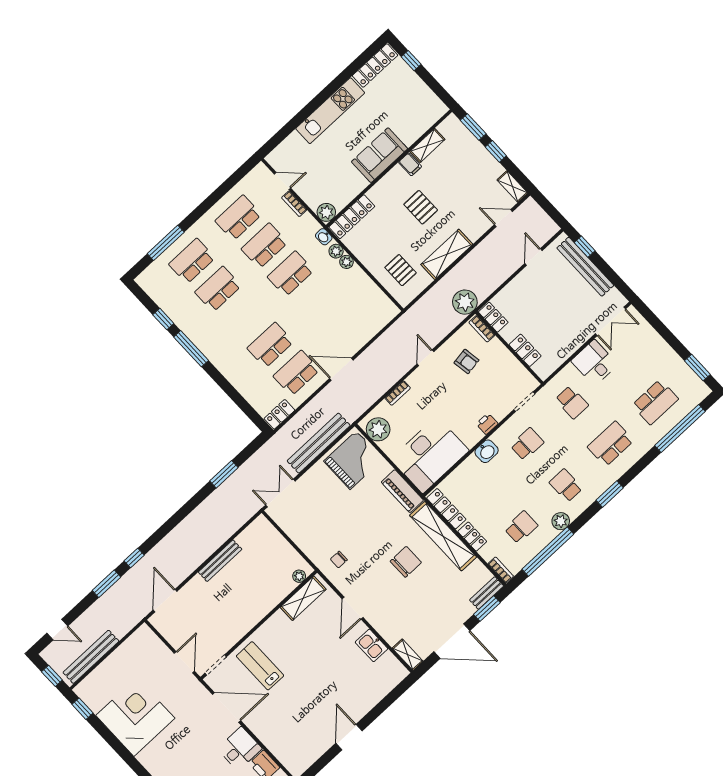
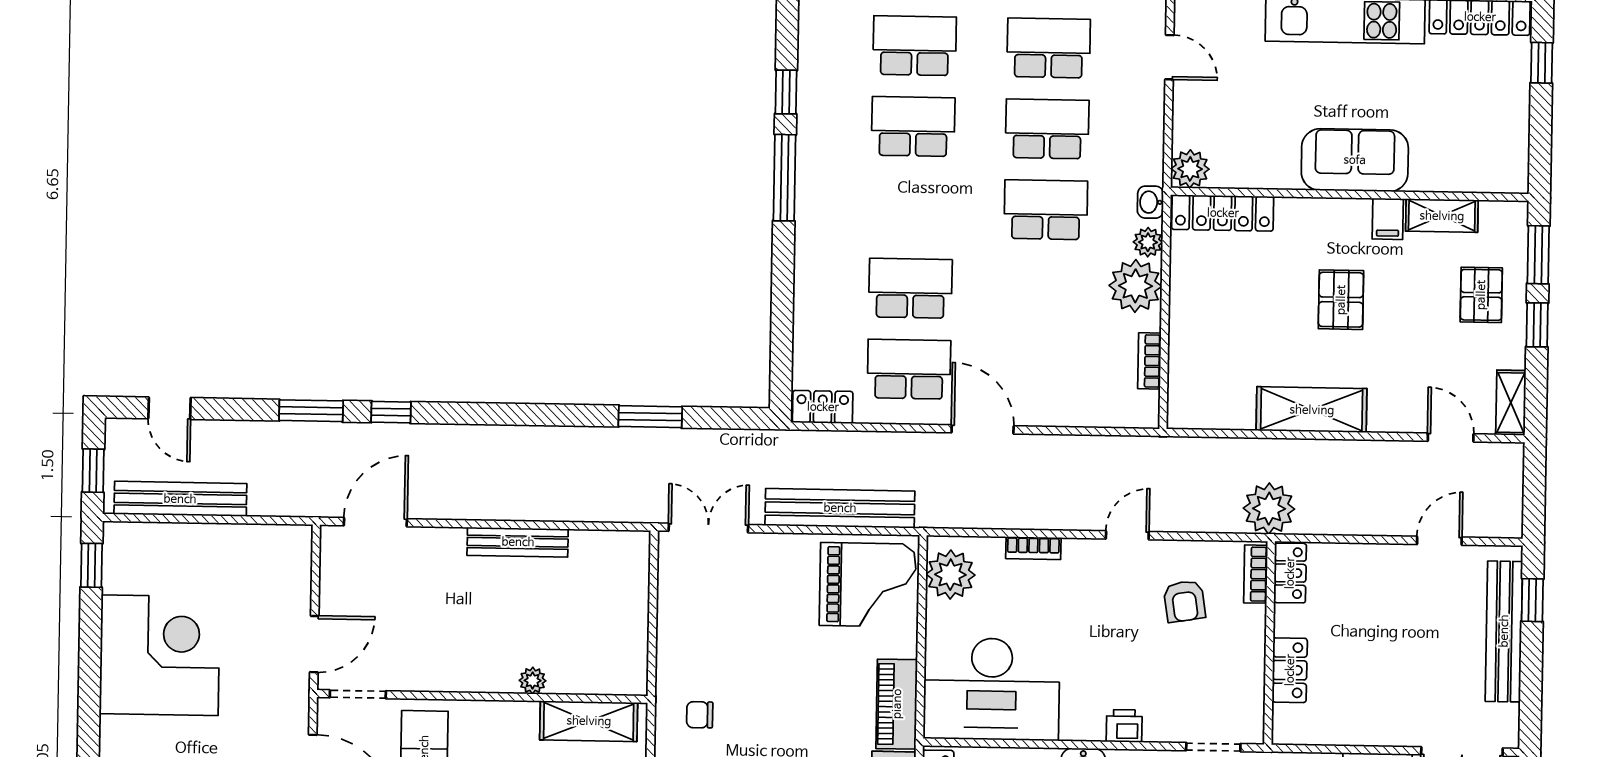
bookcase: (294, 204) -> (1149, 361), moved
plant: (346, 262) -> (1135, 286), width x1.88, depth x1.88
pallet: (401, 270) -> (1481, 295), moved
plant: (299, 576) -> (533, 681), moved

